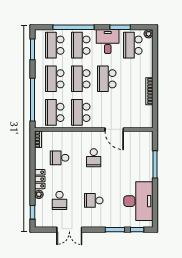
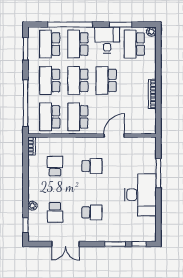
door: (114, 129) -> (114, 135), swing flipped
school desk: (60, 158) -> (55, 166), turned 90
school desk: (94, 158) -> (92, 166), turned -90
locker: (40, 179) -> (33, 189), removed
school desk: (94, 200) -> (92, 212), turned 180
desk: (138, 201) -> (140, 195), moved

